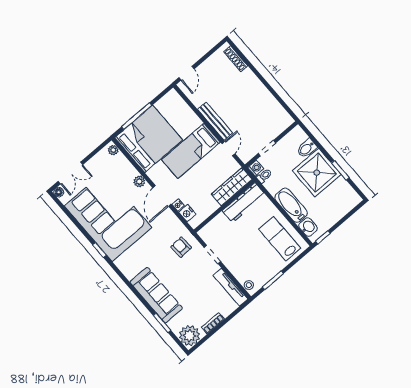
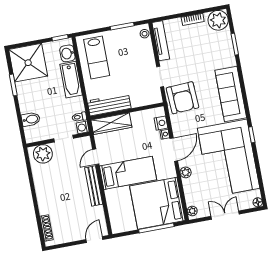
plant: (278, 124) -> (43, 154), added
double door: (70, 173) -> (225, 215), moved
shower: (317, 173) -> (28, 63), moved
armchair: (181, 247) -> (183, 98), width x1.88, depth x1.88
sofa: (156, 295) -> (231, 94), moved

